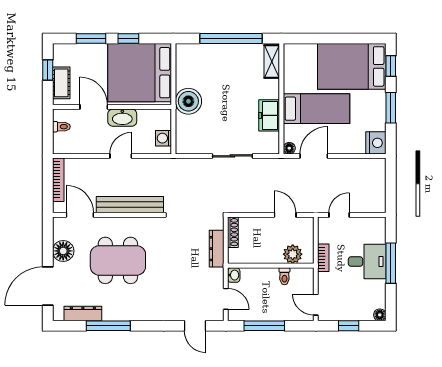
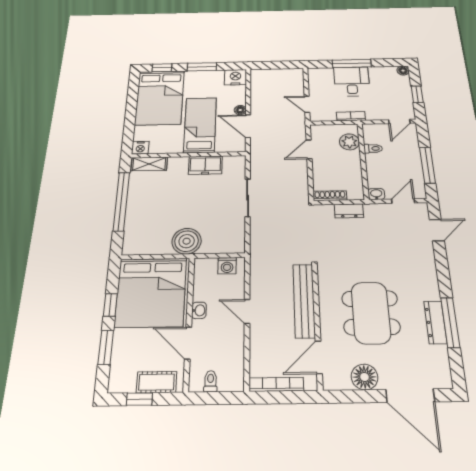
nightstand: (291, 51) -> (140, 148), added
door: (94, 107) -> (188, 343), hinge flipped
washbasin: (122, 118) -> (199, 310), width x0.52, depth x0.69
floor lamp: (289, 148) -> (240, 110), moved
dresser: (217, 249) -> (349, 211), width x0.70
dresser: (83, 314) -> (435, 322), moved

